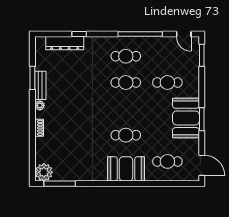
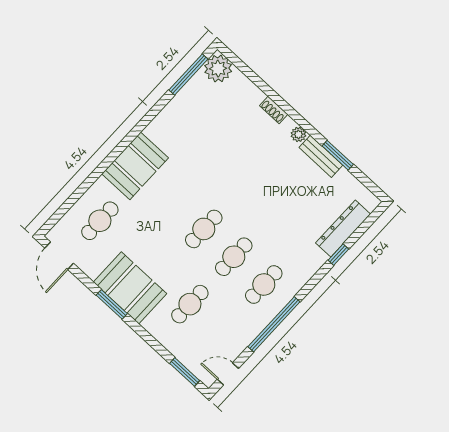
cafe table: (126, 135) -> (204, 229), moved
door: (202, 165) -> (59, 256), hinge flipped

